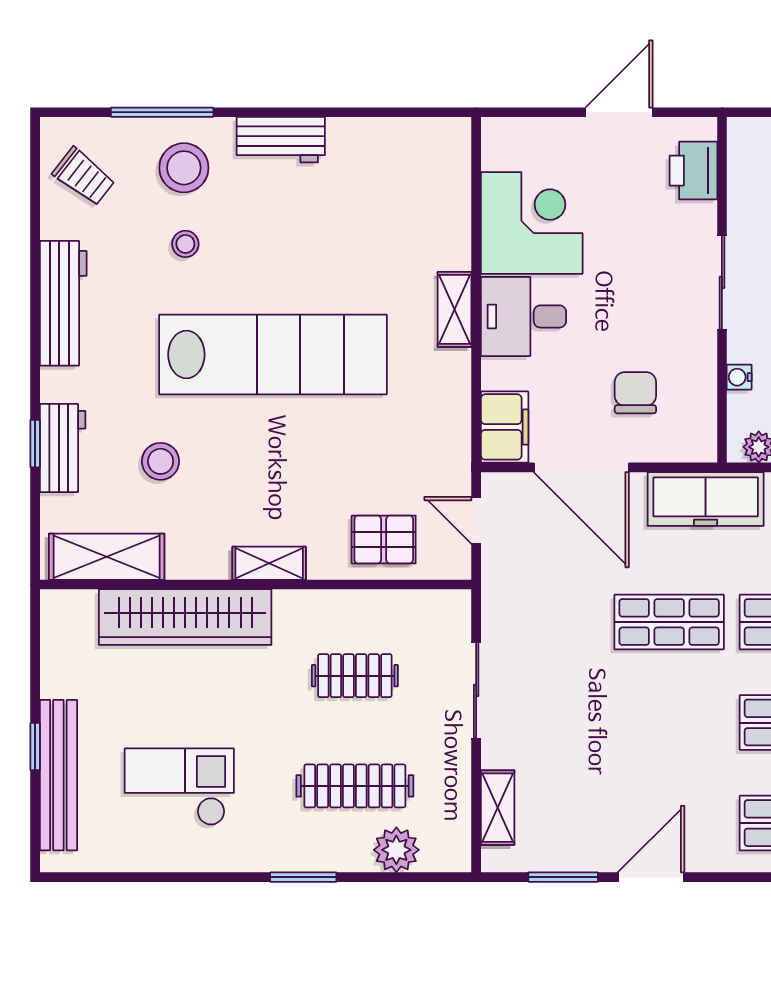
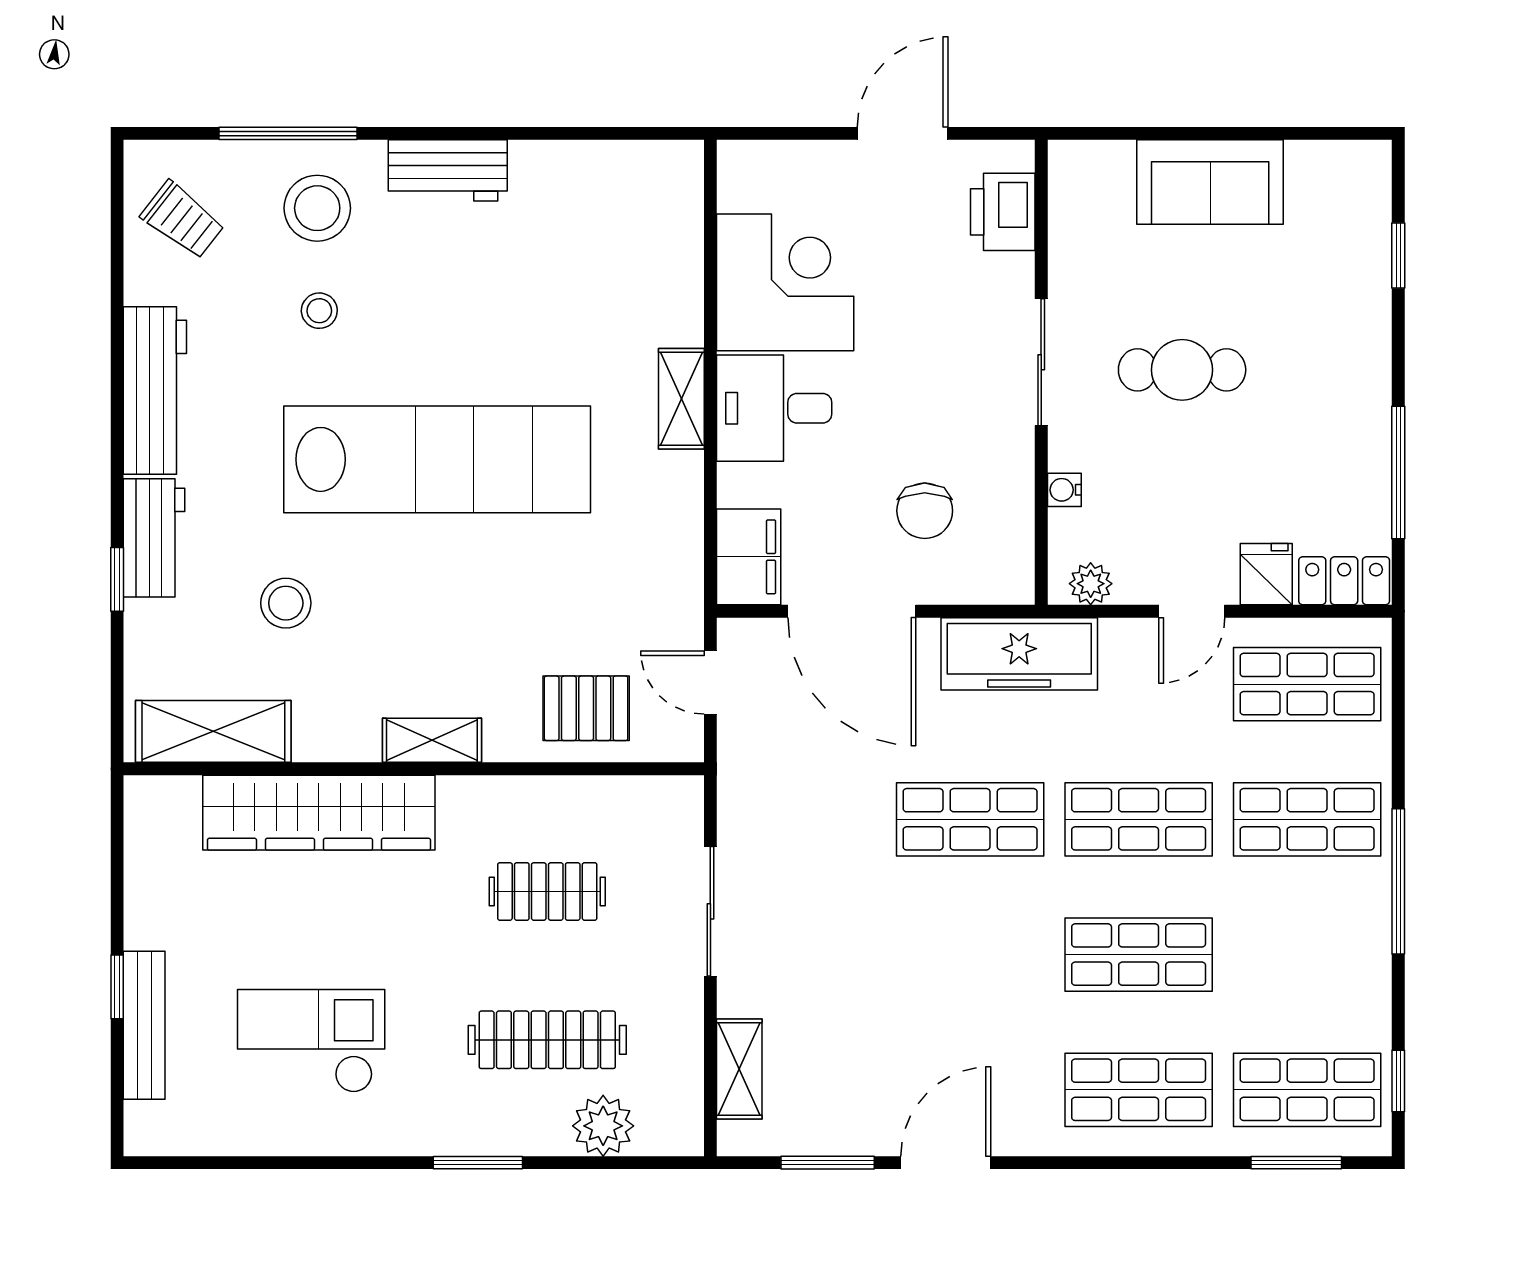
chair: (635, 393) -> (925, 511), turned 180
workbench: (63, 448) -> (154, 538), moved
bench: (58, 775) -> (144, 1025), width x0.73, depth x0.82

